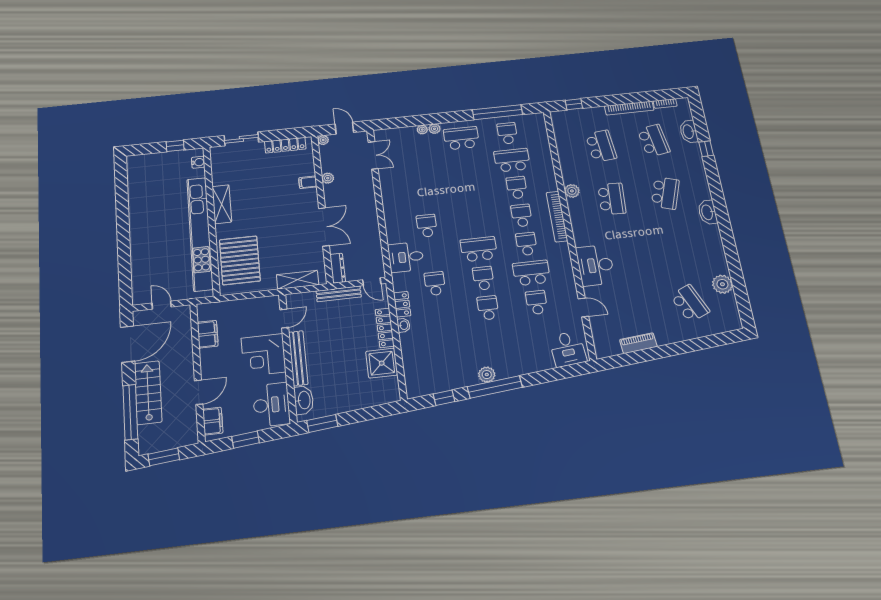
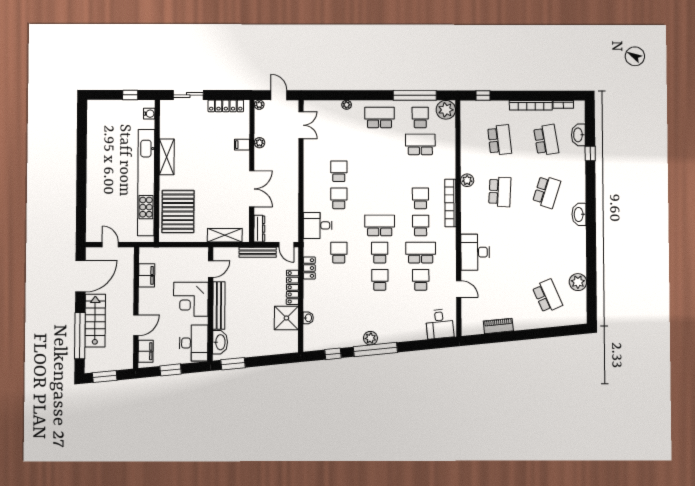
plant: (434, 129) -> (446, 110), moved, width x1.88, depth x1.88
school desk: (517, 188) -> (339, 171), moved
washbasin: (404, 325) -> (308, 318), moved

